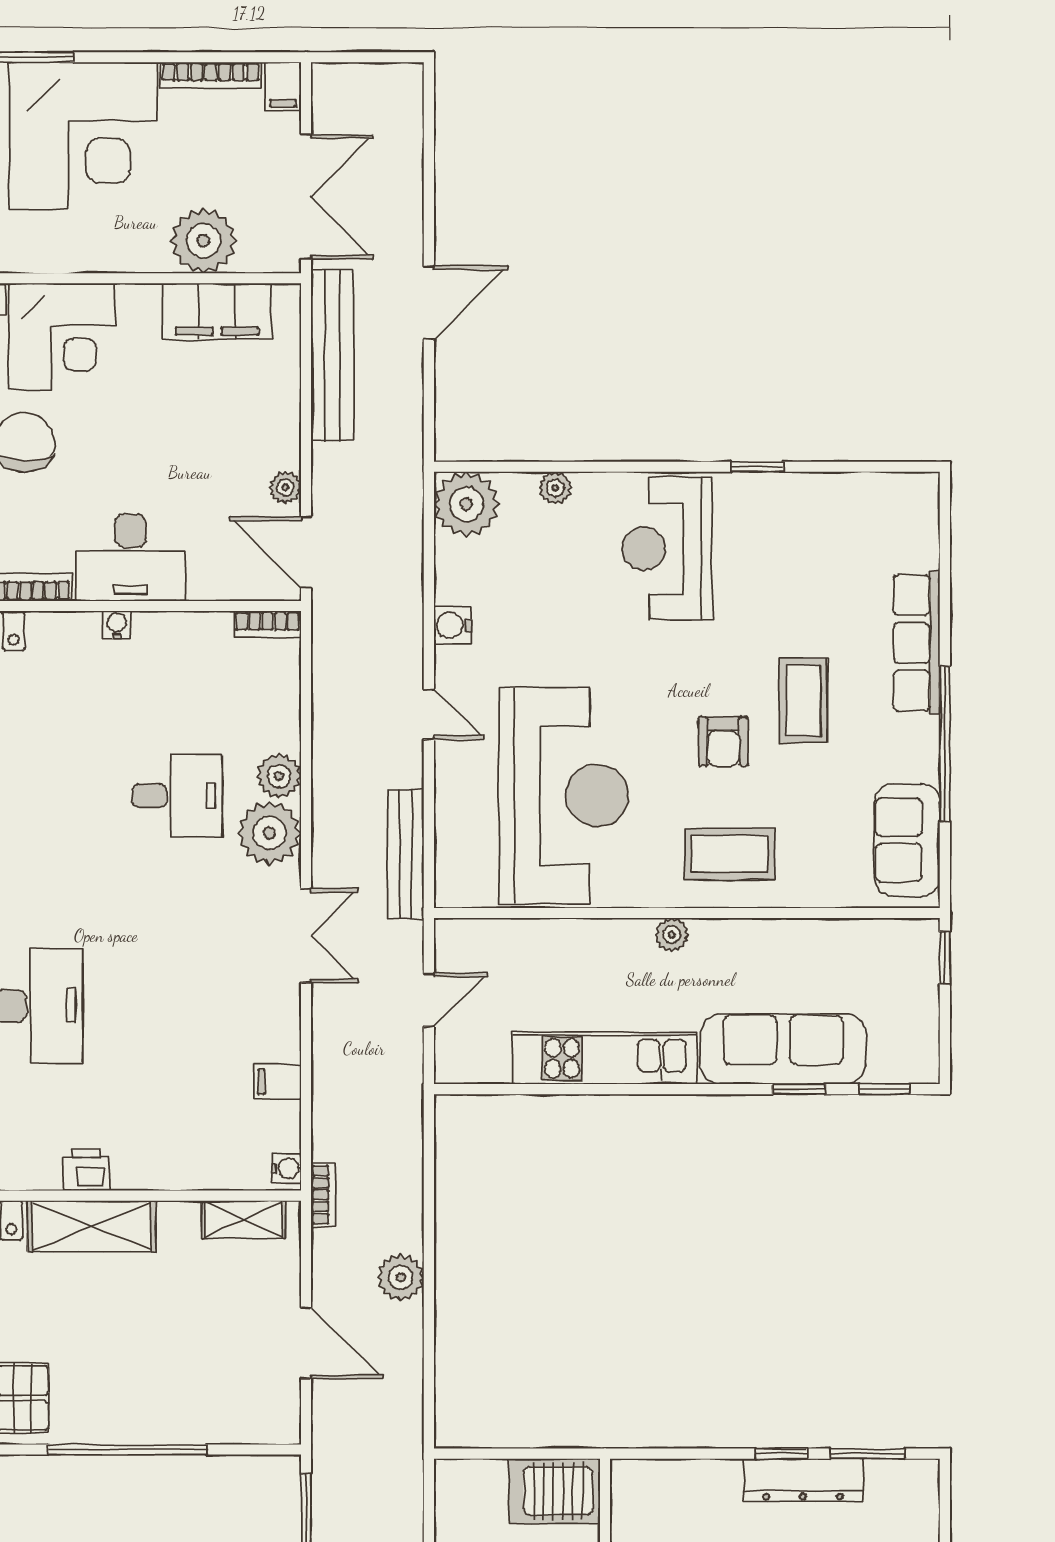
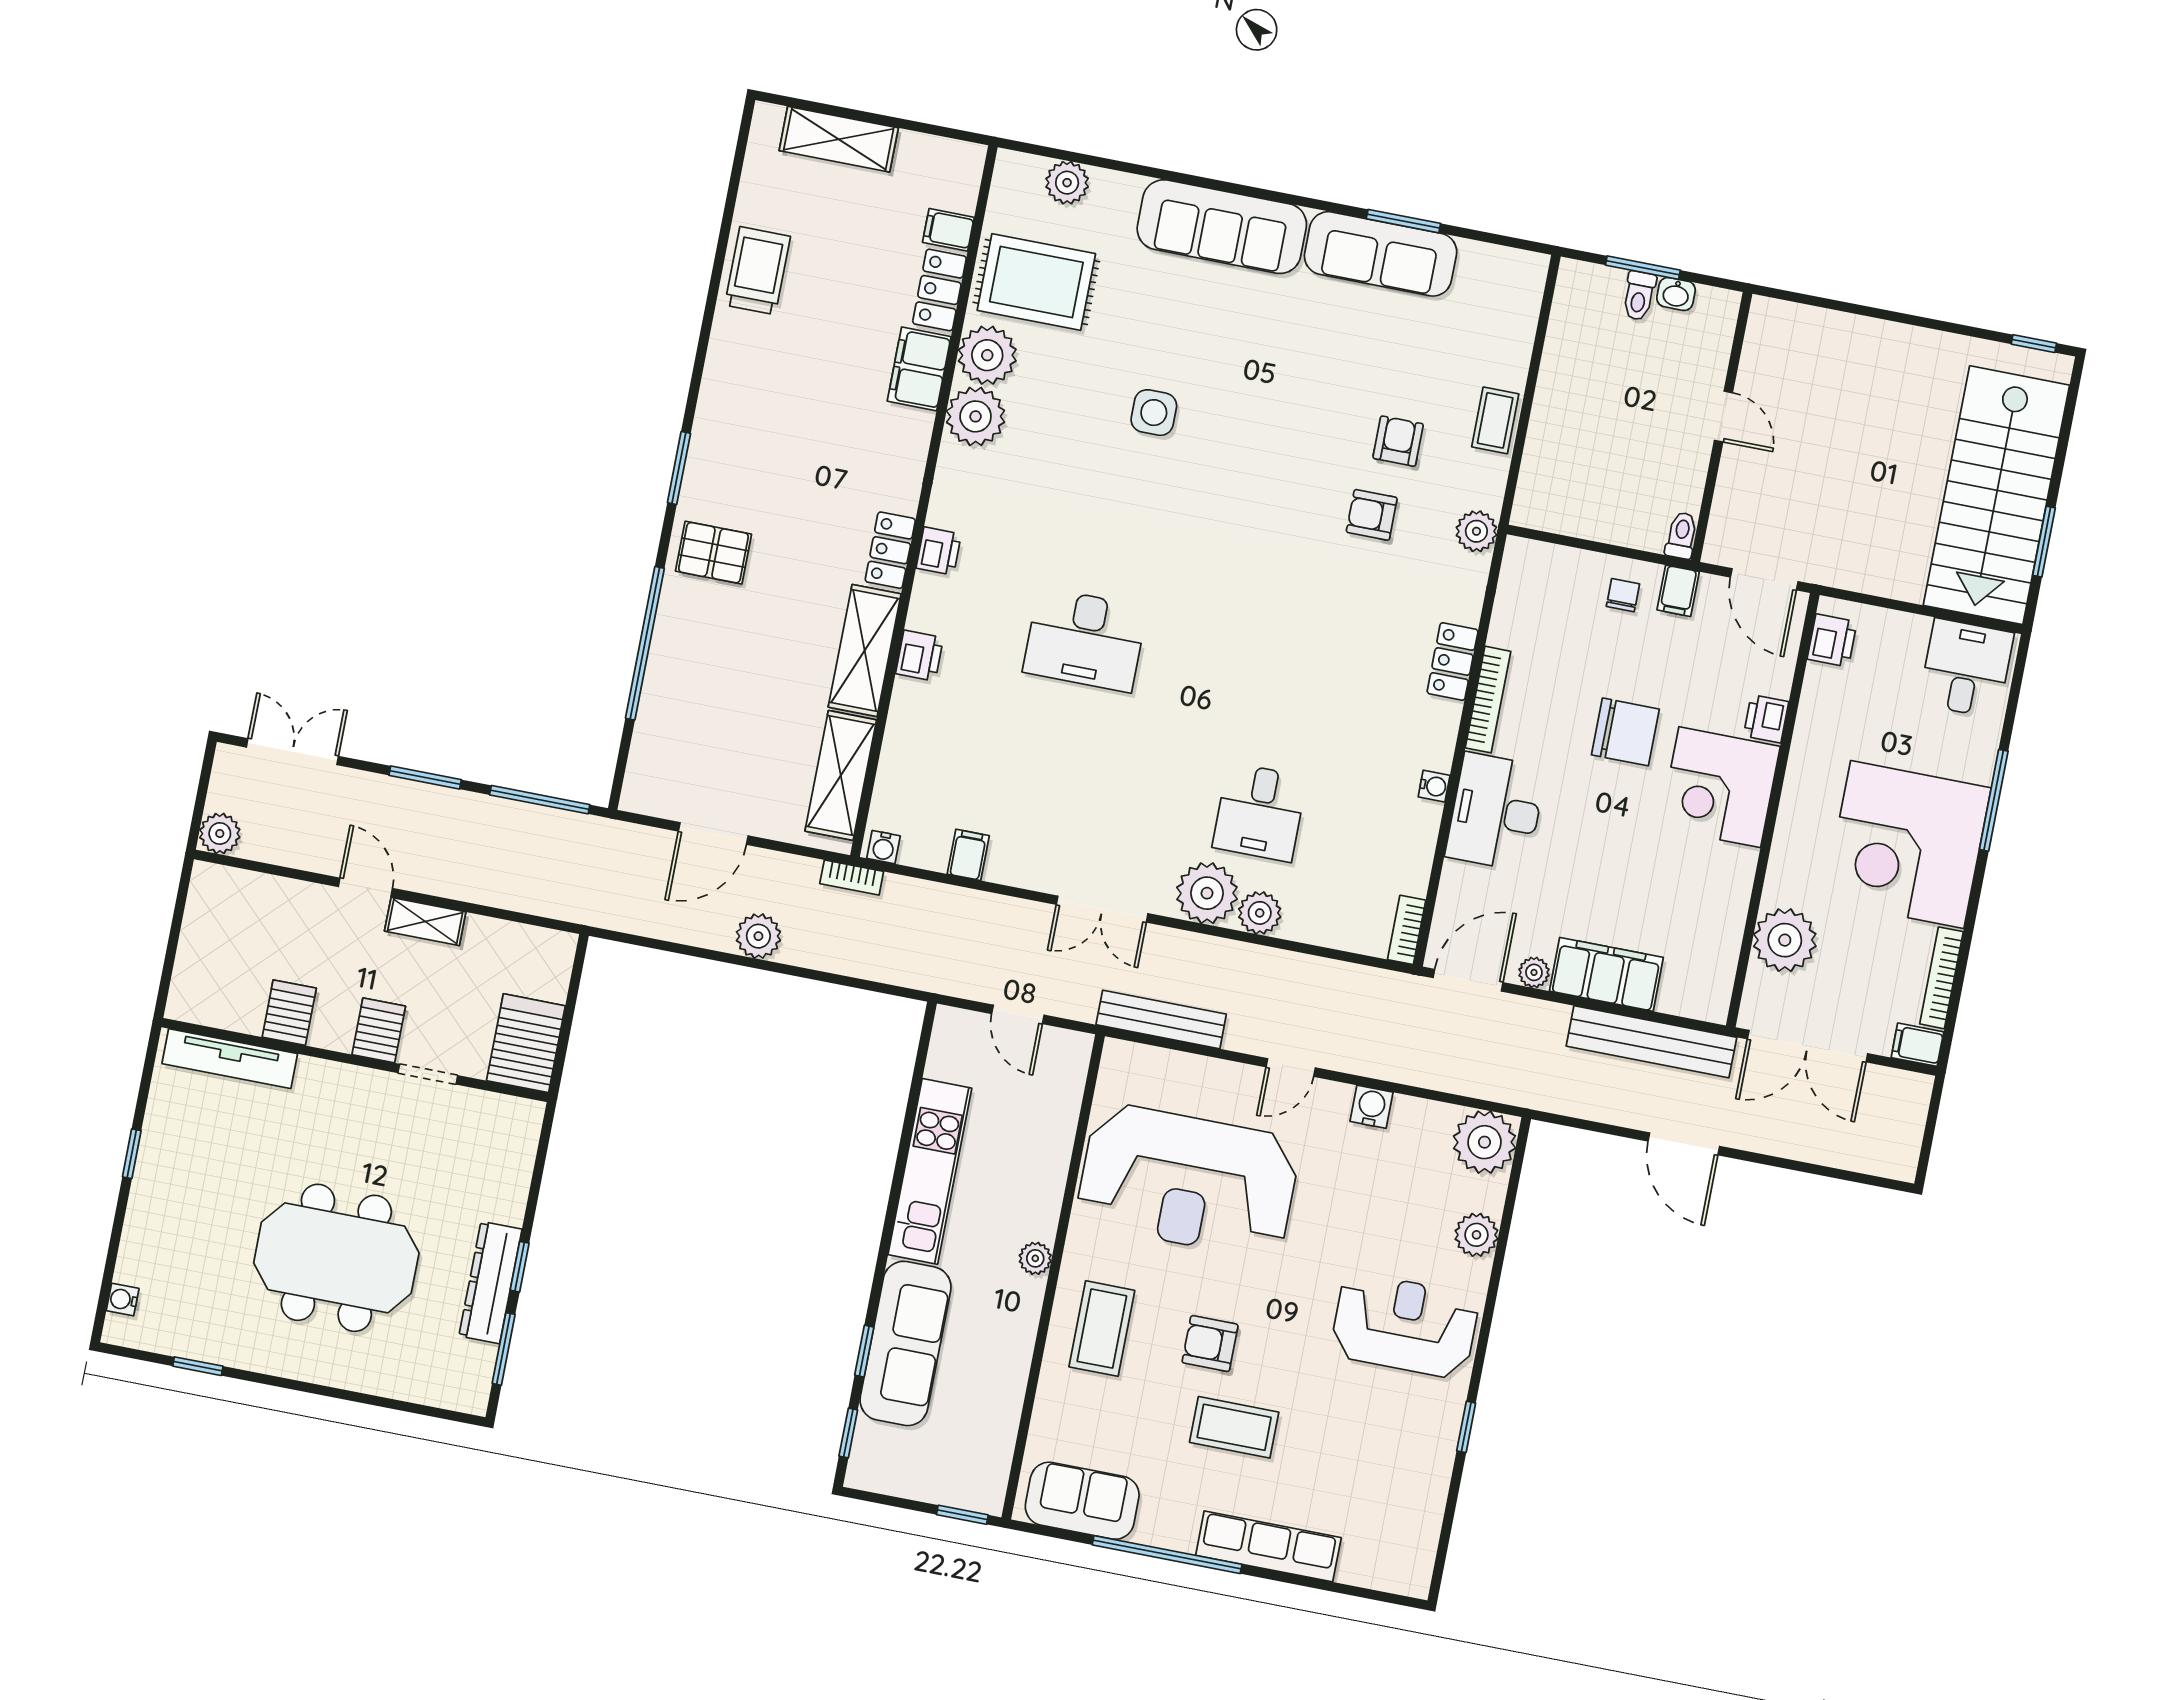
filing cabinet: (217, 311) -> (1606, 974), moved, turned 90
plant: (555, 488) -> (1476, 1235), width x1.38, depth x1.38
shelving: (243, 1219) -> (841, 775), width x1.50, depth x1.33

